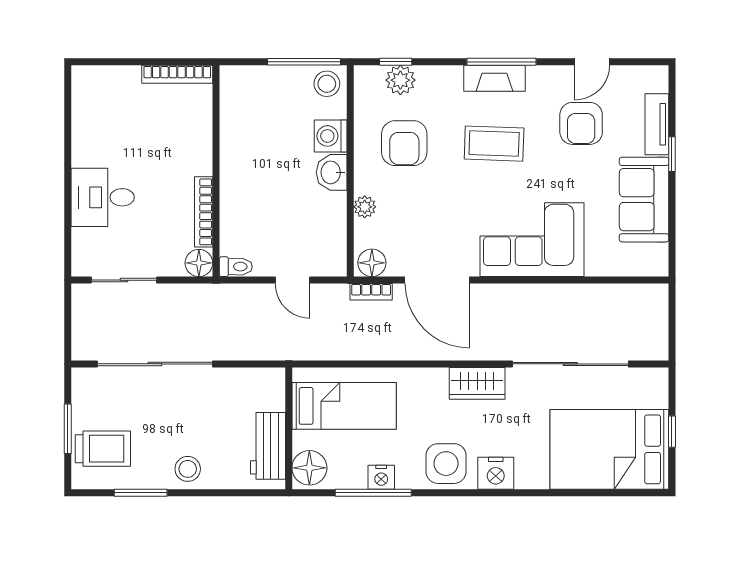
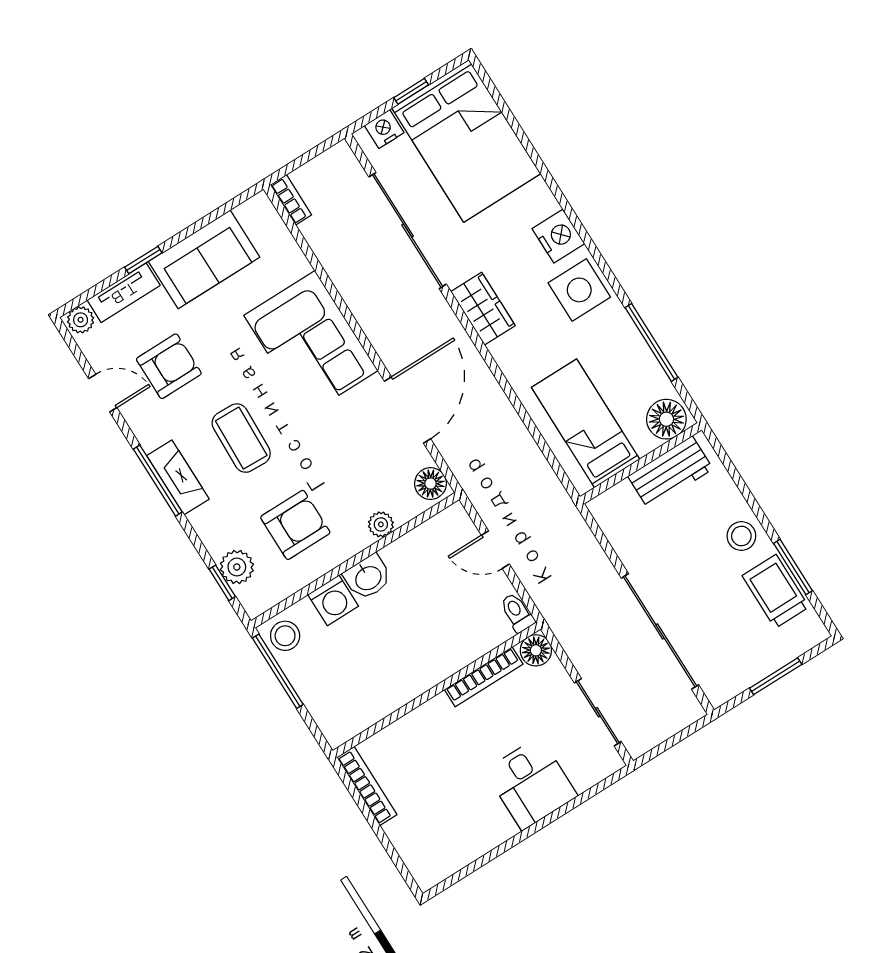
plant: (657, 80) -> (81, 320), added
door: (292, 280) -> (495, 550), swing flipped
bookcase: (371, 292) -> (291, 200), moved
trolley: (103, 449) -> (776, 591), moved
nightstand: (381, 477) -> (384, 129), moved, turned -90

